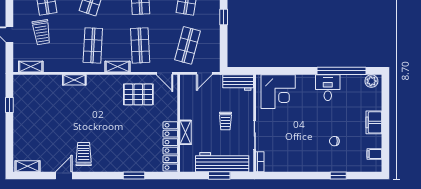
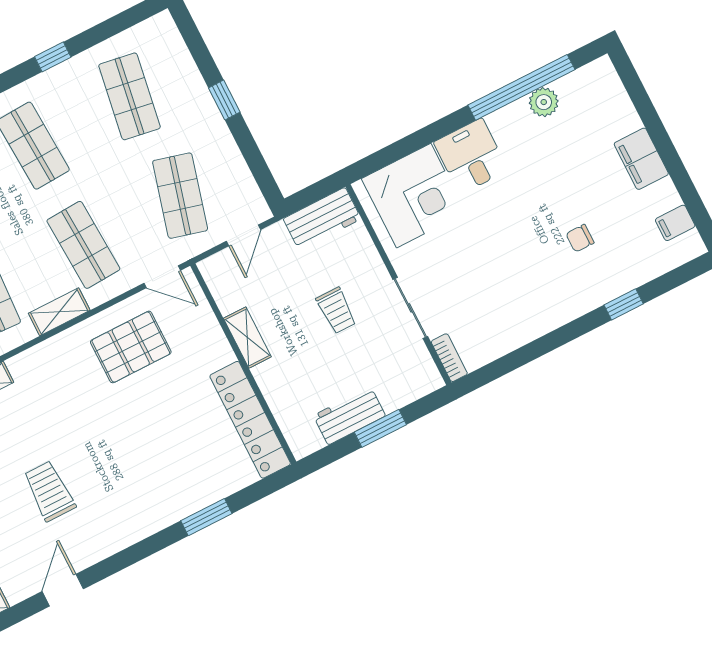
plant: (371, 81) -> (544, 102), moved
desk: (328, 88) -> (471, 156), moved
shelving: (185, 132) -> (247, 338), moved
trolley: (84, 154) -> (49, 491), moved
workbench: (222, 162) -> (349, 416), width x0.53, depth x0.76

